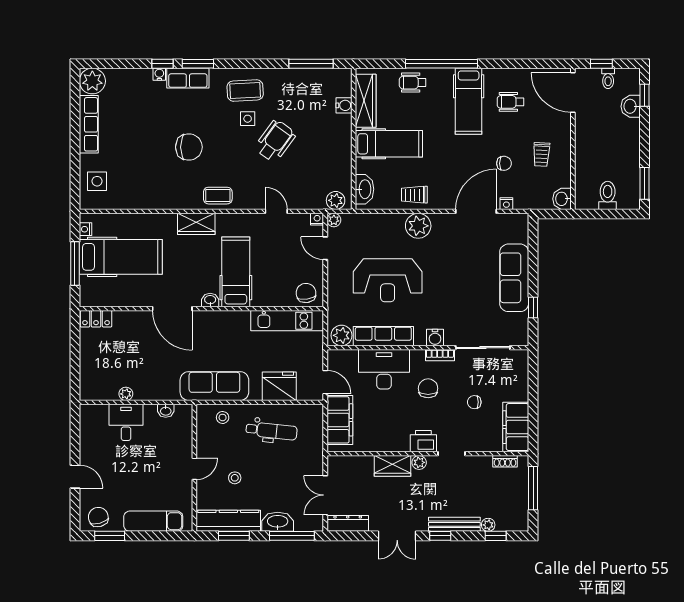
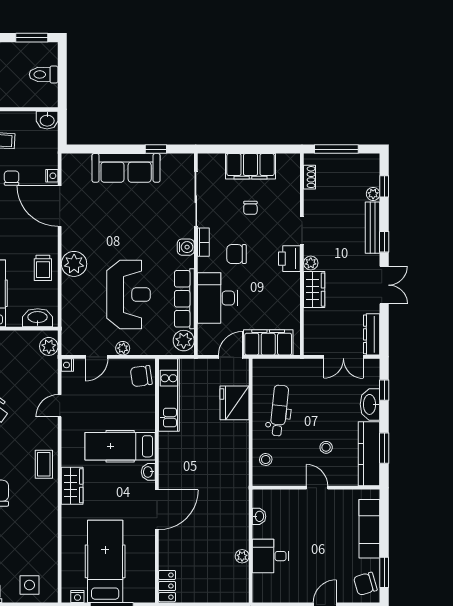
plant: (334, 220) -> (123, 348), moved
sofa: (214, 386) -> (234, 468), removed
filing cabinet: (516, 427) -> (251, 166), moved
window: (292, 536) -> (384, 390), width x0.46

